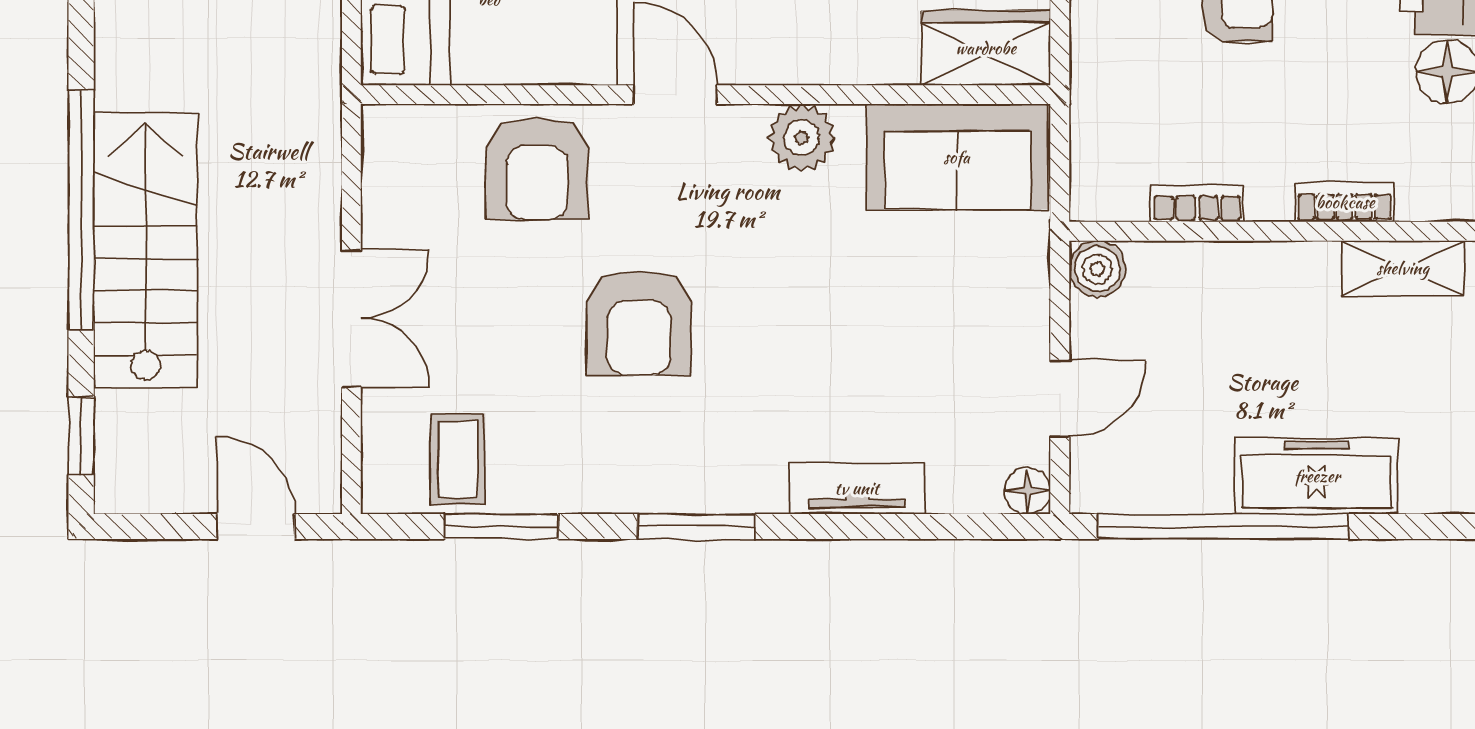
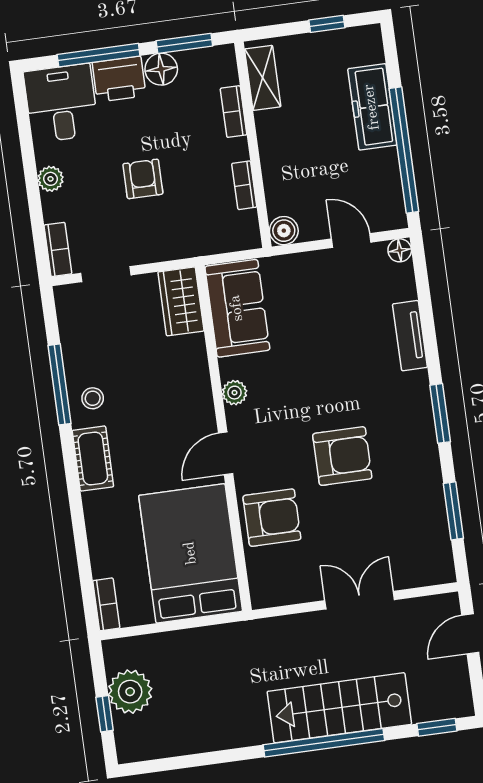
plant: (802, 138) -> (234, 393), width x0.73, depth x0.73
coffee table: (458, 459) -> (423, 537), removed

